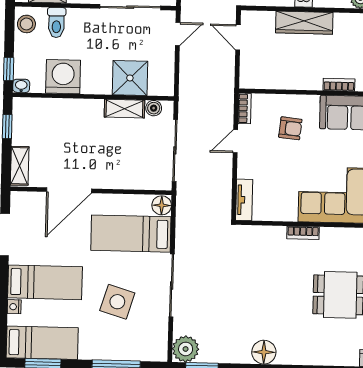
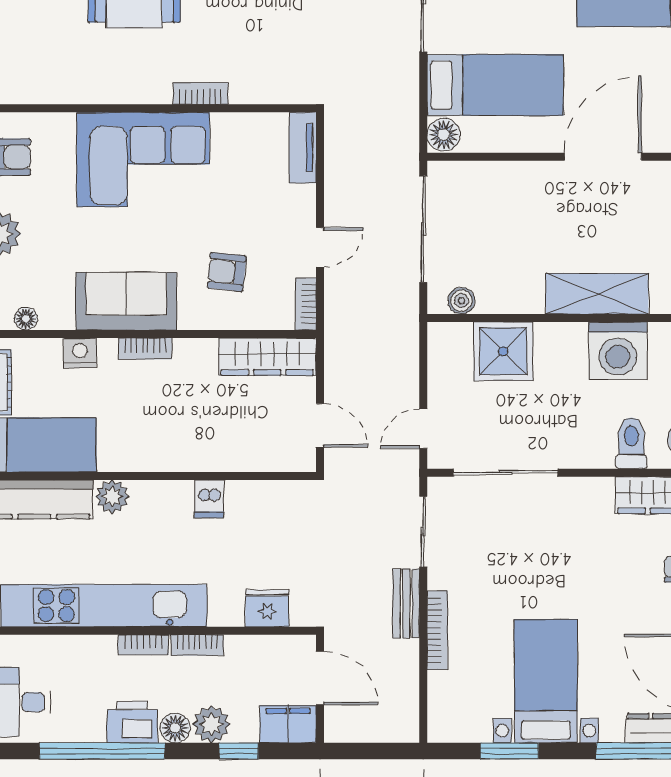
wardrobe: (304, 23) -> (267, 357), moved, turned 180
shelving: (124, 109) -> (597, 294), moved, width x1.50, depth x1.33

